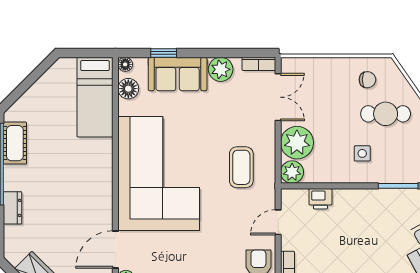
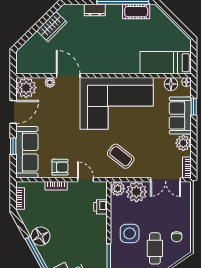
side table: (362, 153) -> (130, 233), width x1.87, depth x1.87
coffee table: (241, 167) -> (121, 156), turned 38

